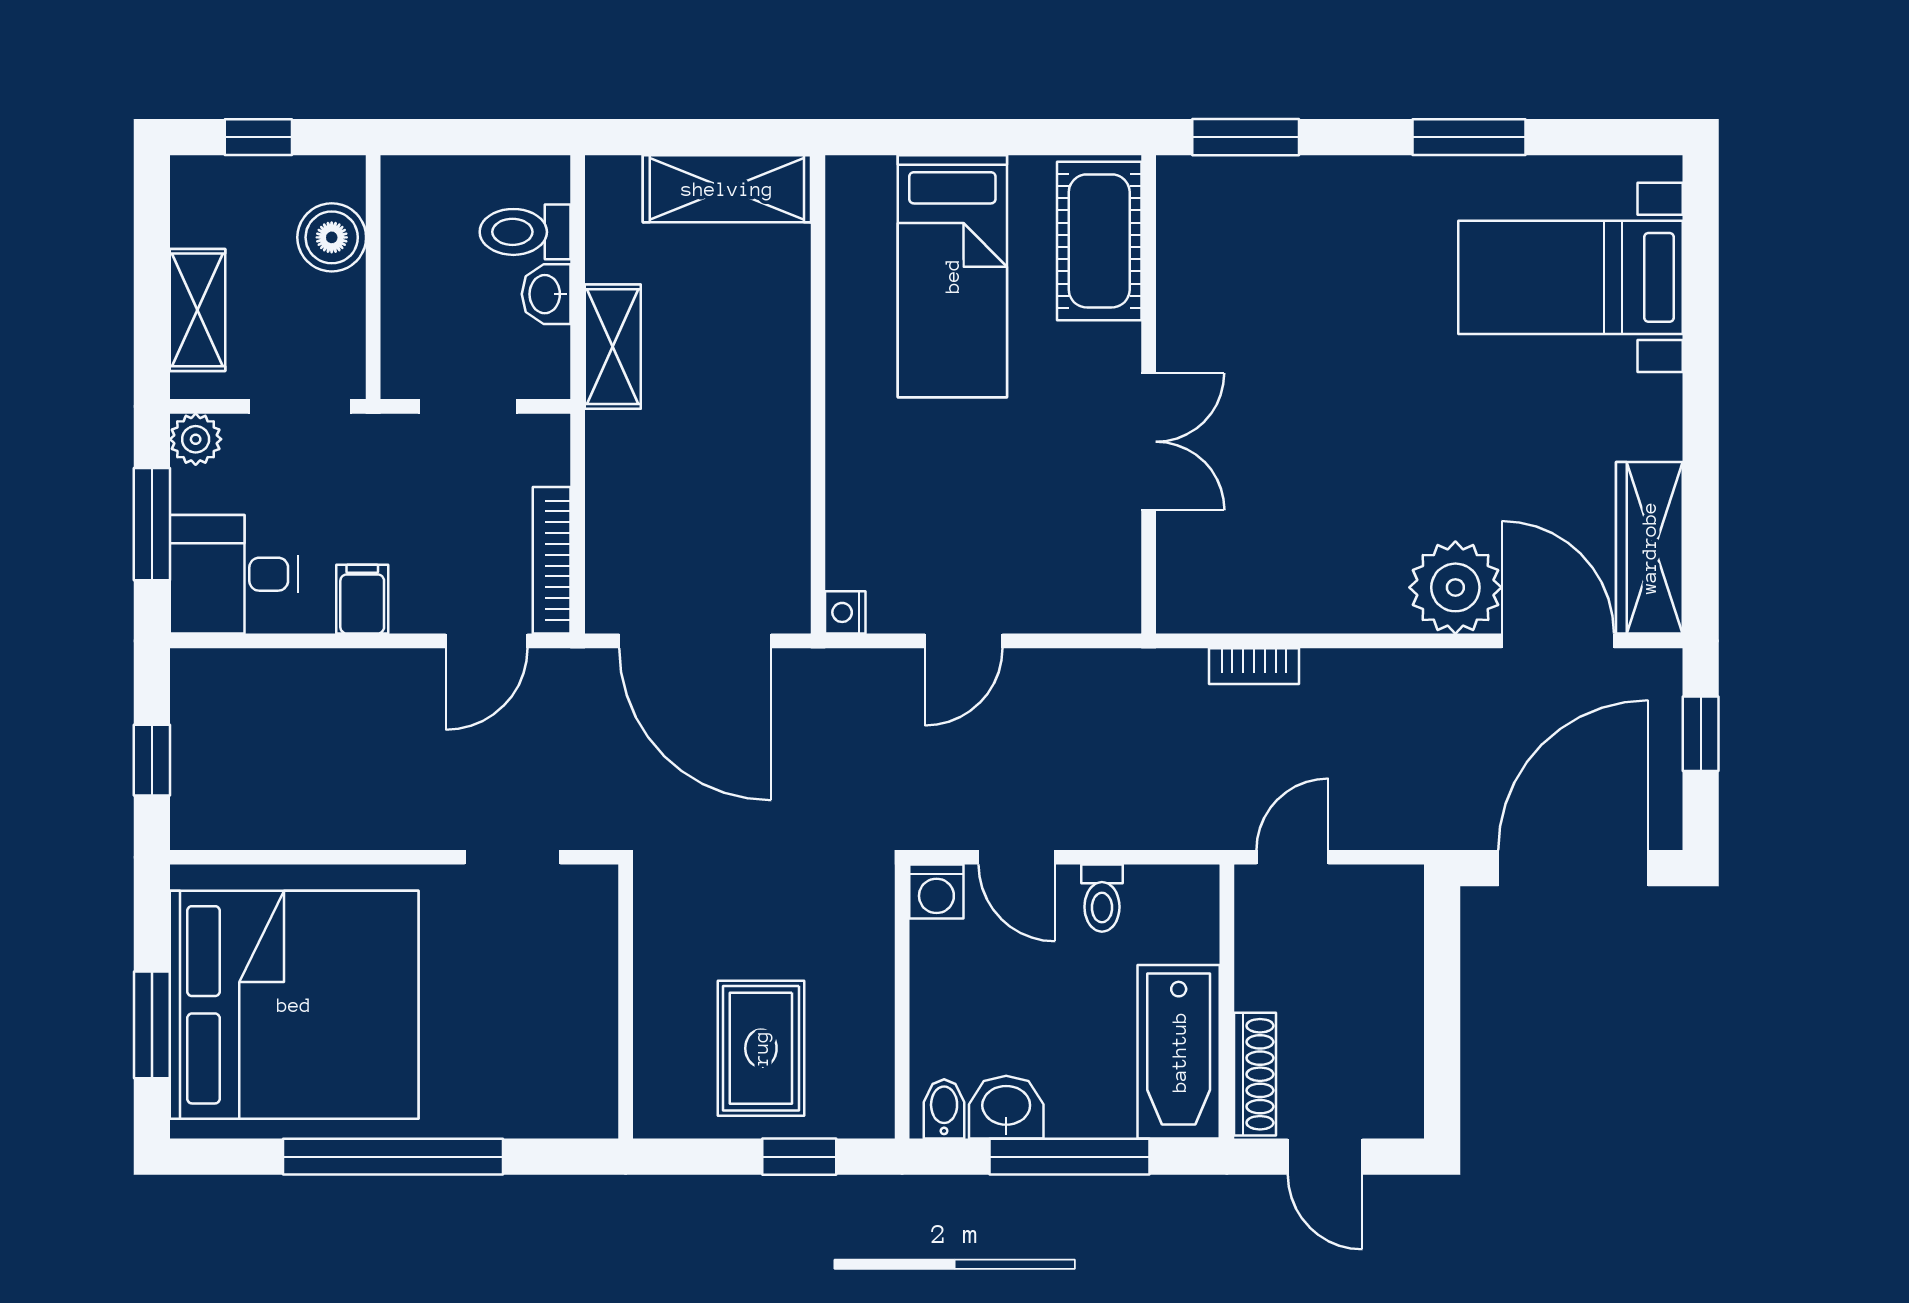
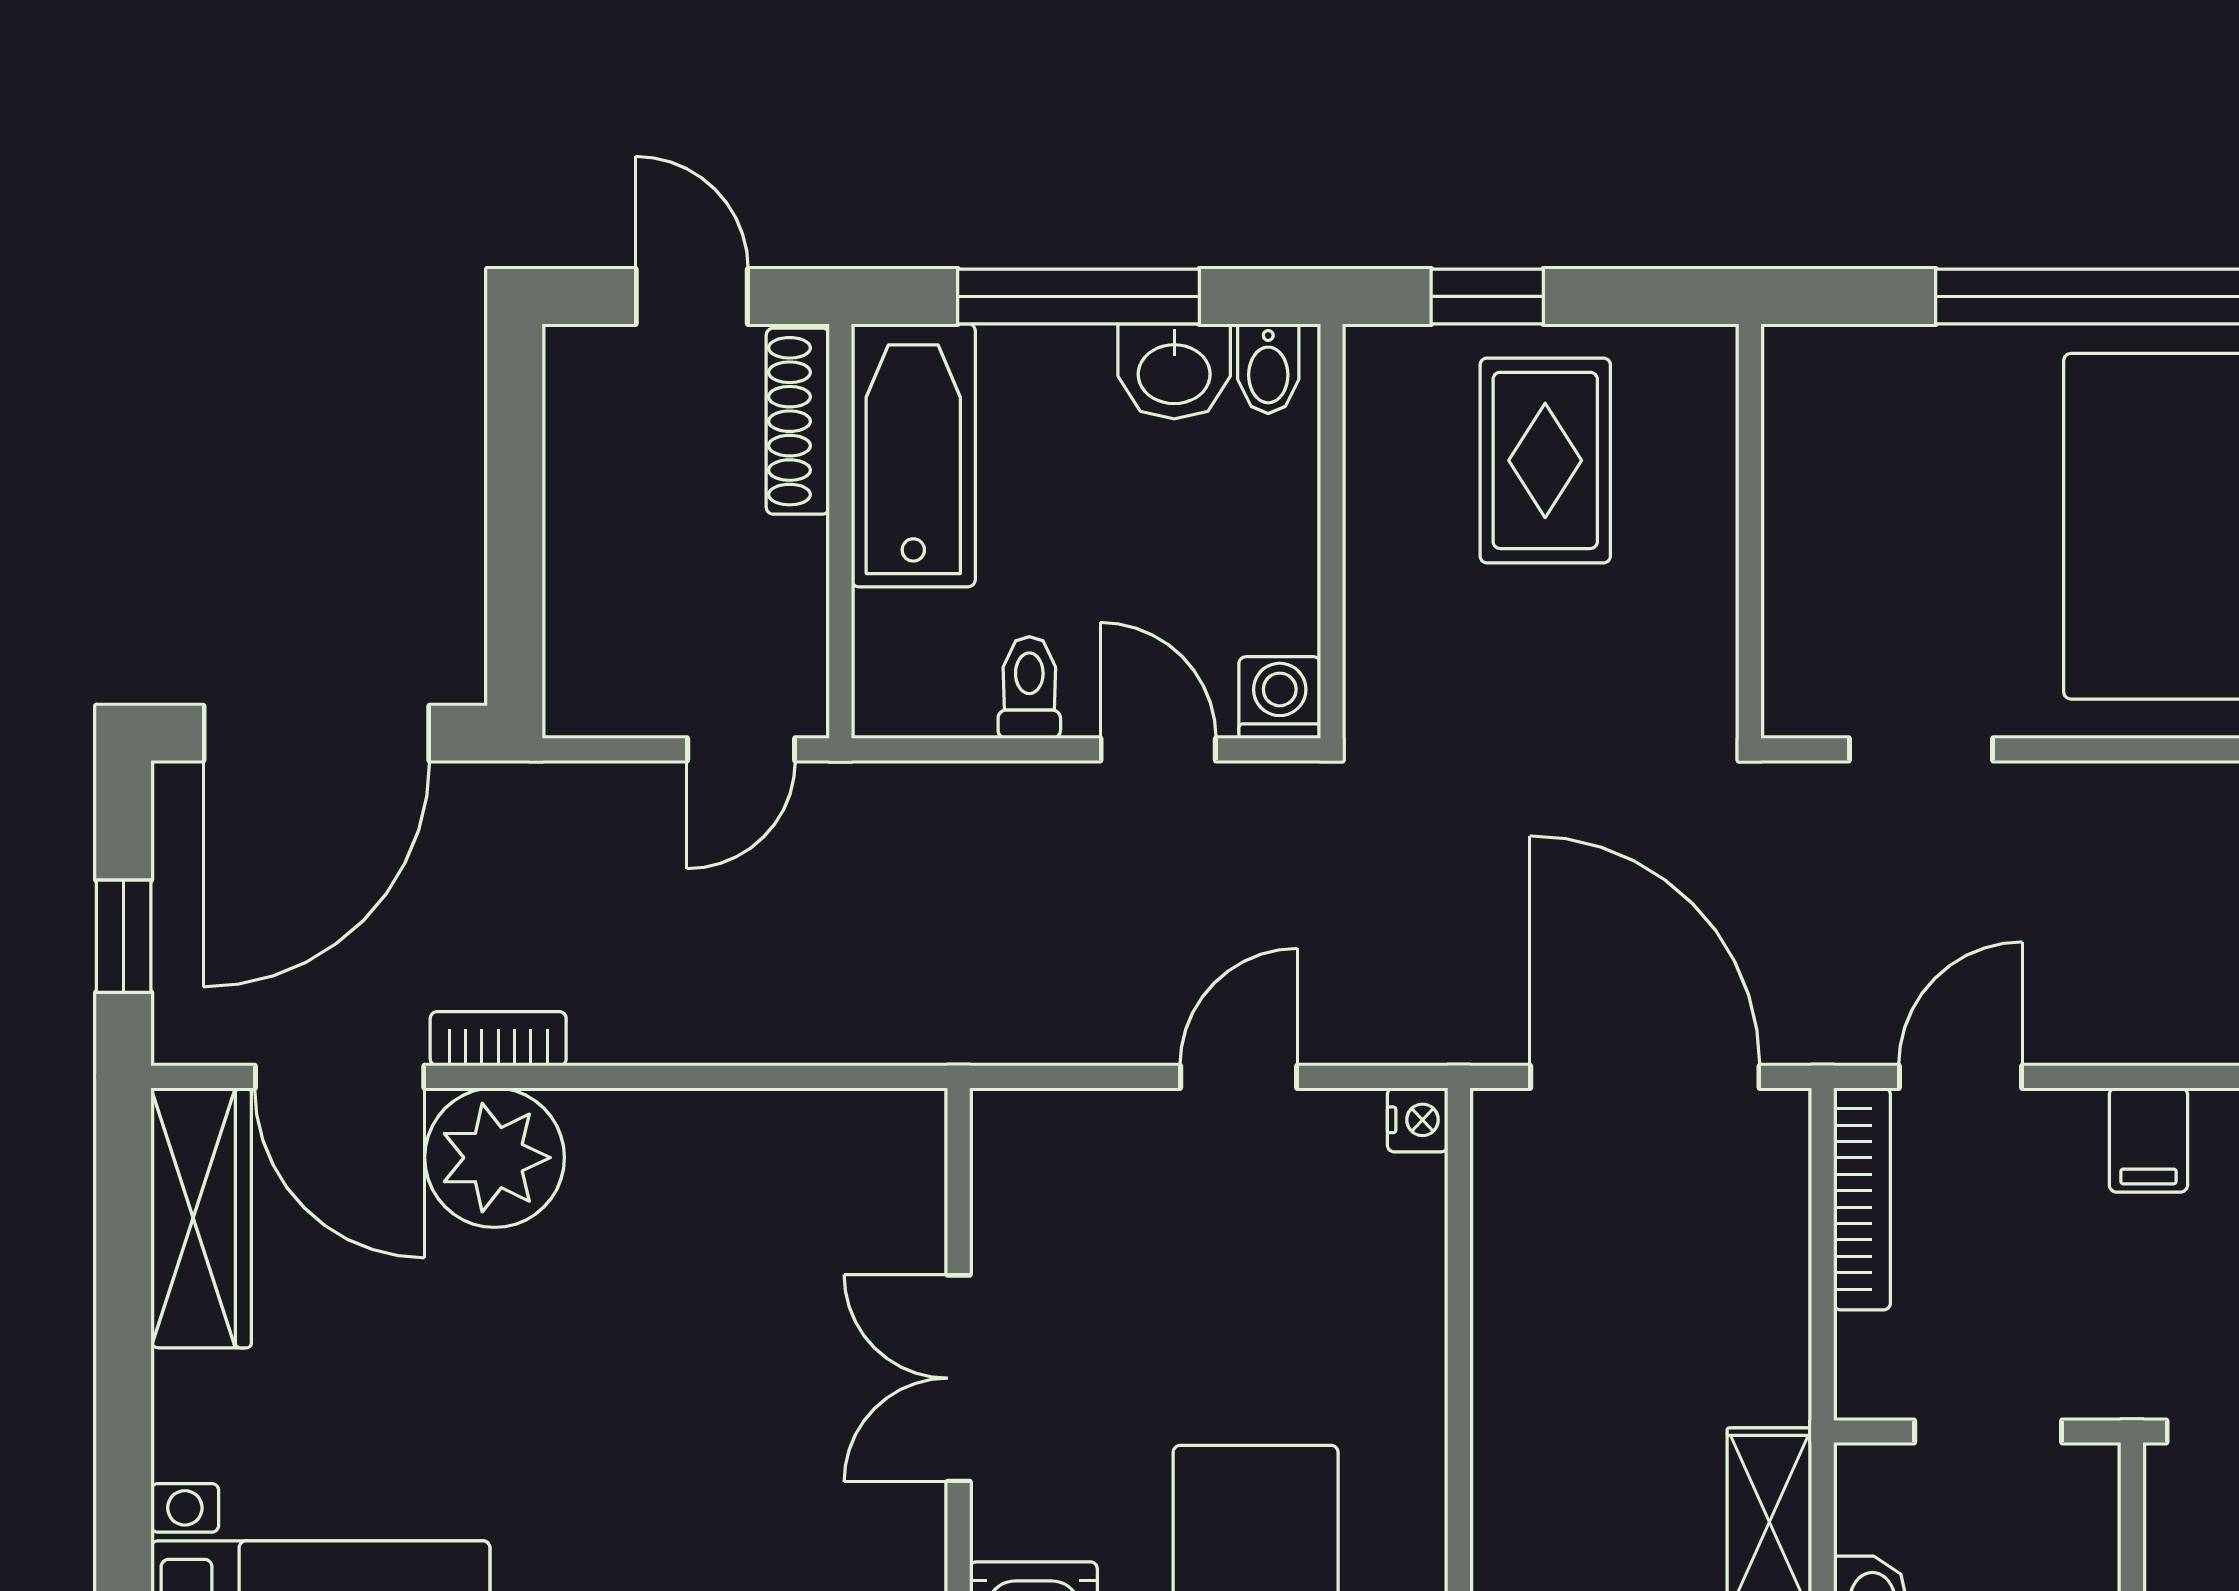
bookcase: (1254, 666) -> (498, 1039), moved

